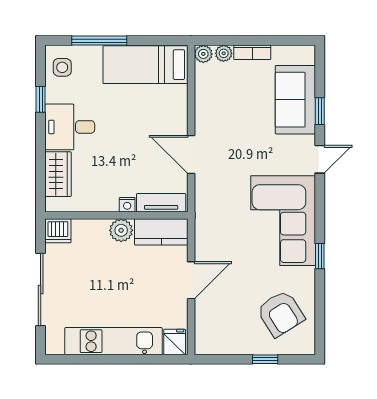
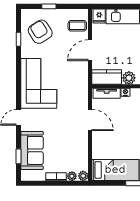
window: (320, 111) -> (19, 156), moved
window: (320, 256) -> (19, 39), moved
coffee table: (214, 324) -> (77, 26), added

